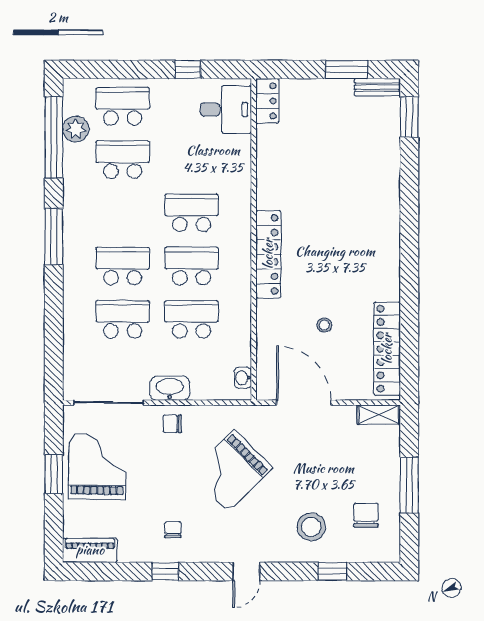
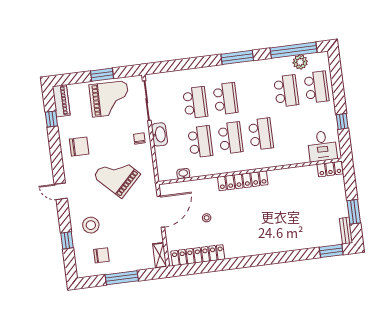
washbasin: (243, 378) -> (183, 174), moved
chair: (173, 530) -> (79, 147), width x1.87, depth x1.87
window: (165, 571) -> (51, 119), moved

